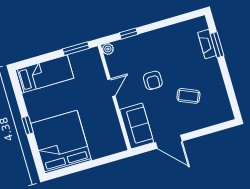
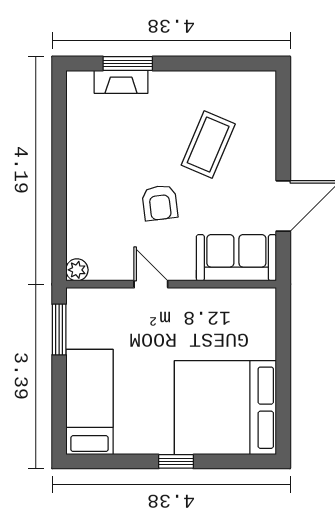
window: (129, 34) -> (59, 223), removed
armchair: (153, 80) -> (160, 203), turned 83
coffee table: (188, 96) -> (208, 145), width x1.36, depth x1.30

